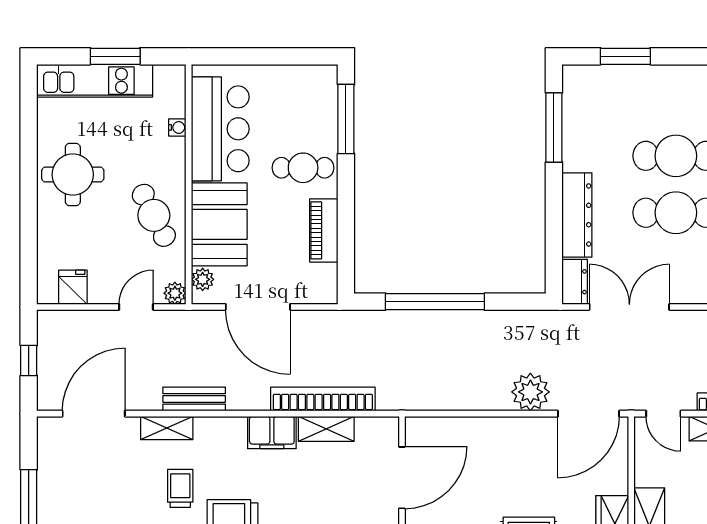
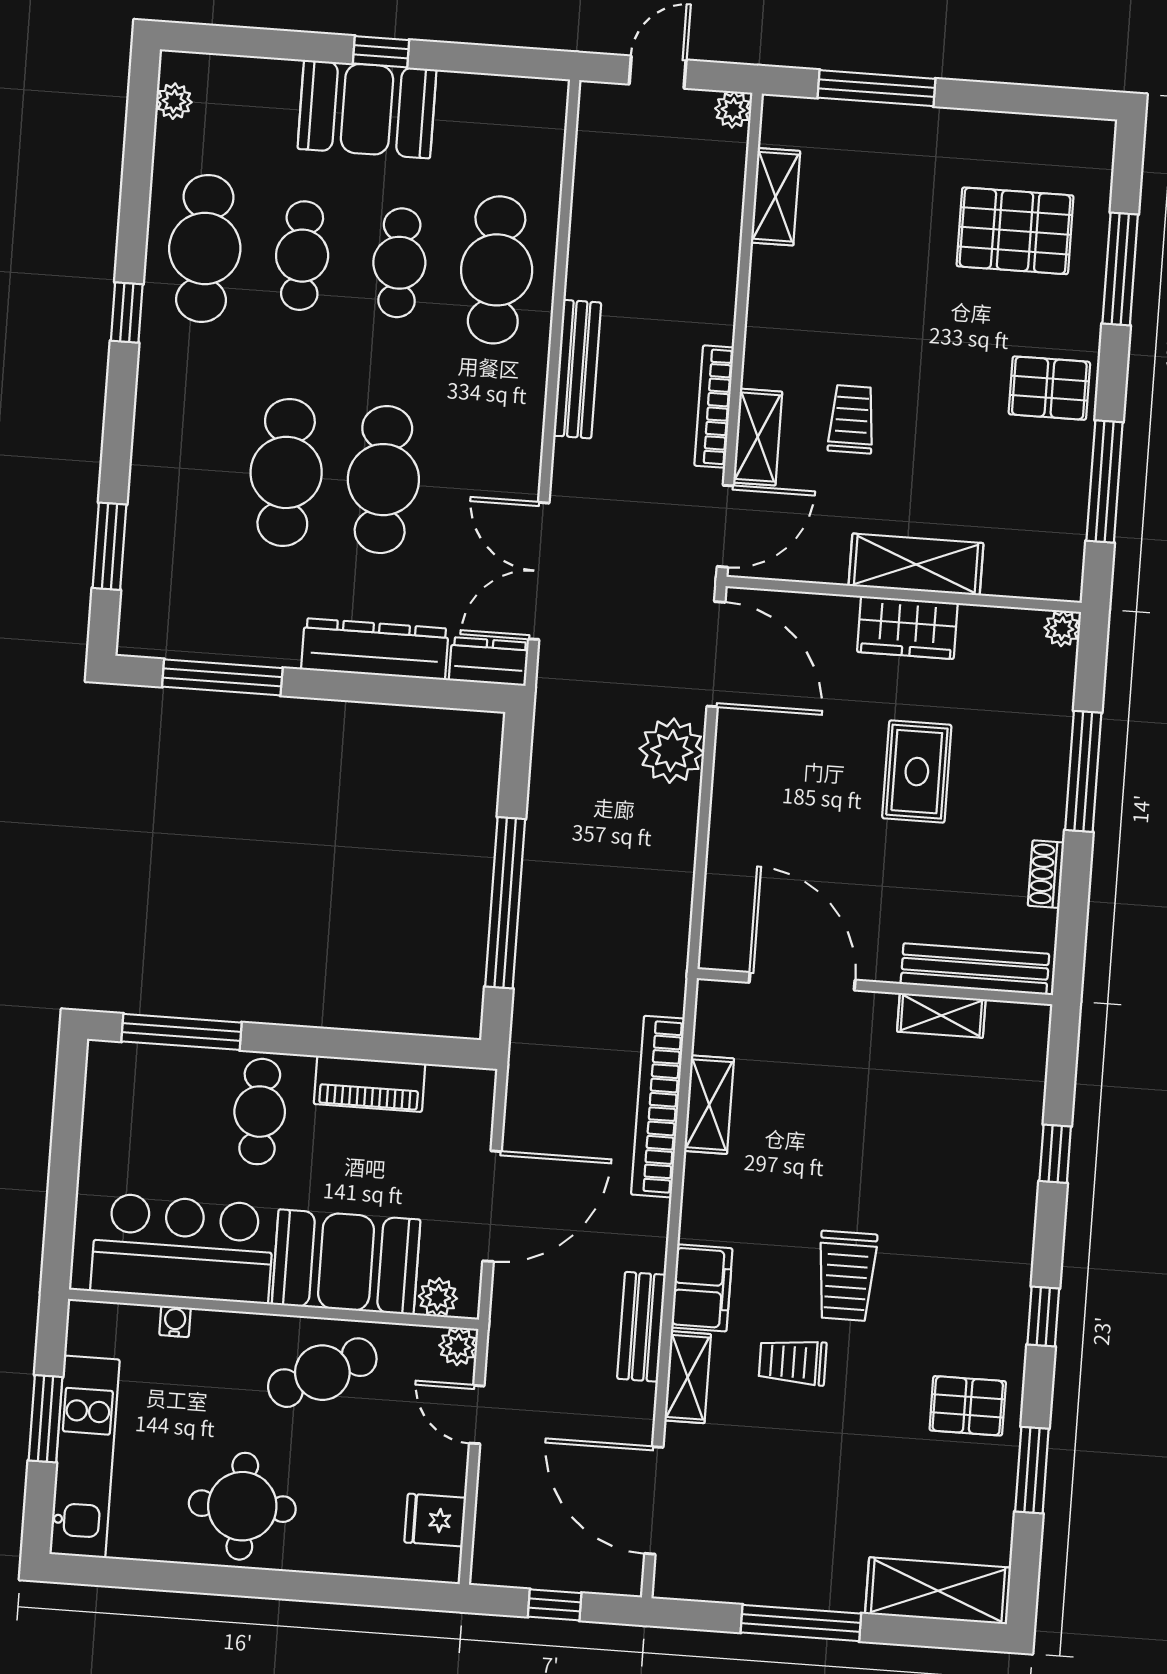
door: (663, 414) -> (725, 526), width x1.38
filing cabinet: (272, 432) -> (702, 1288), moved

